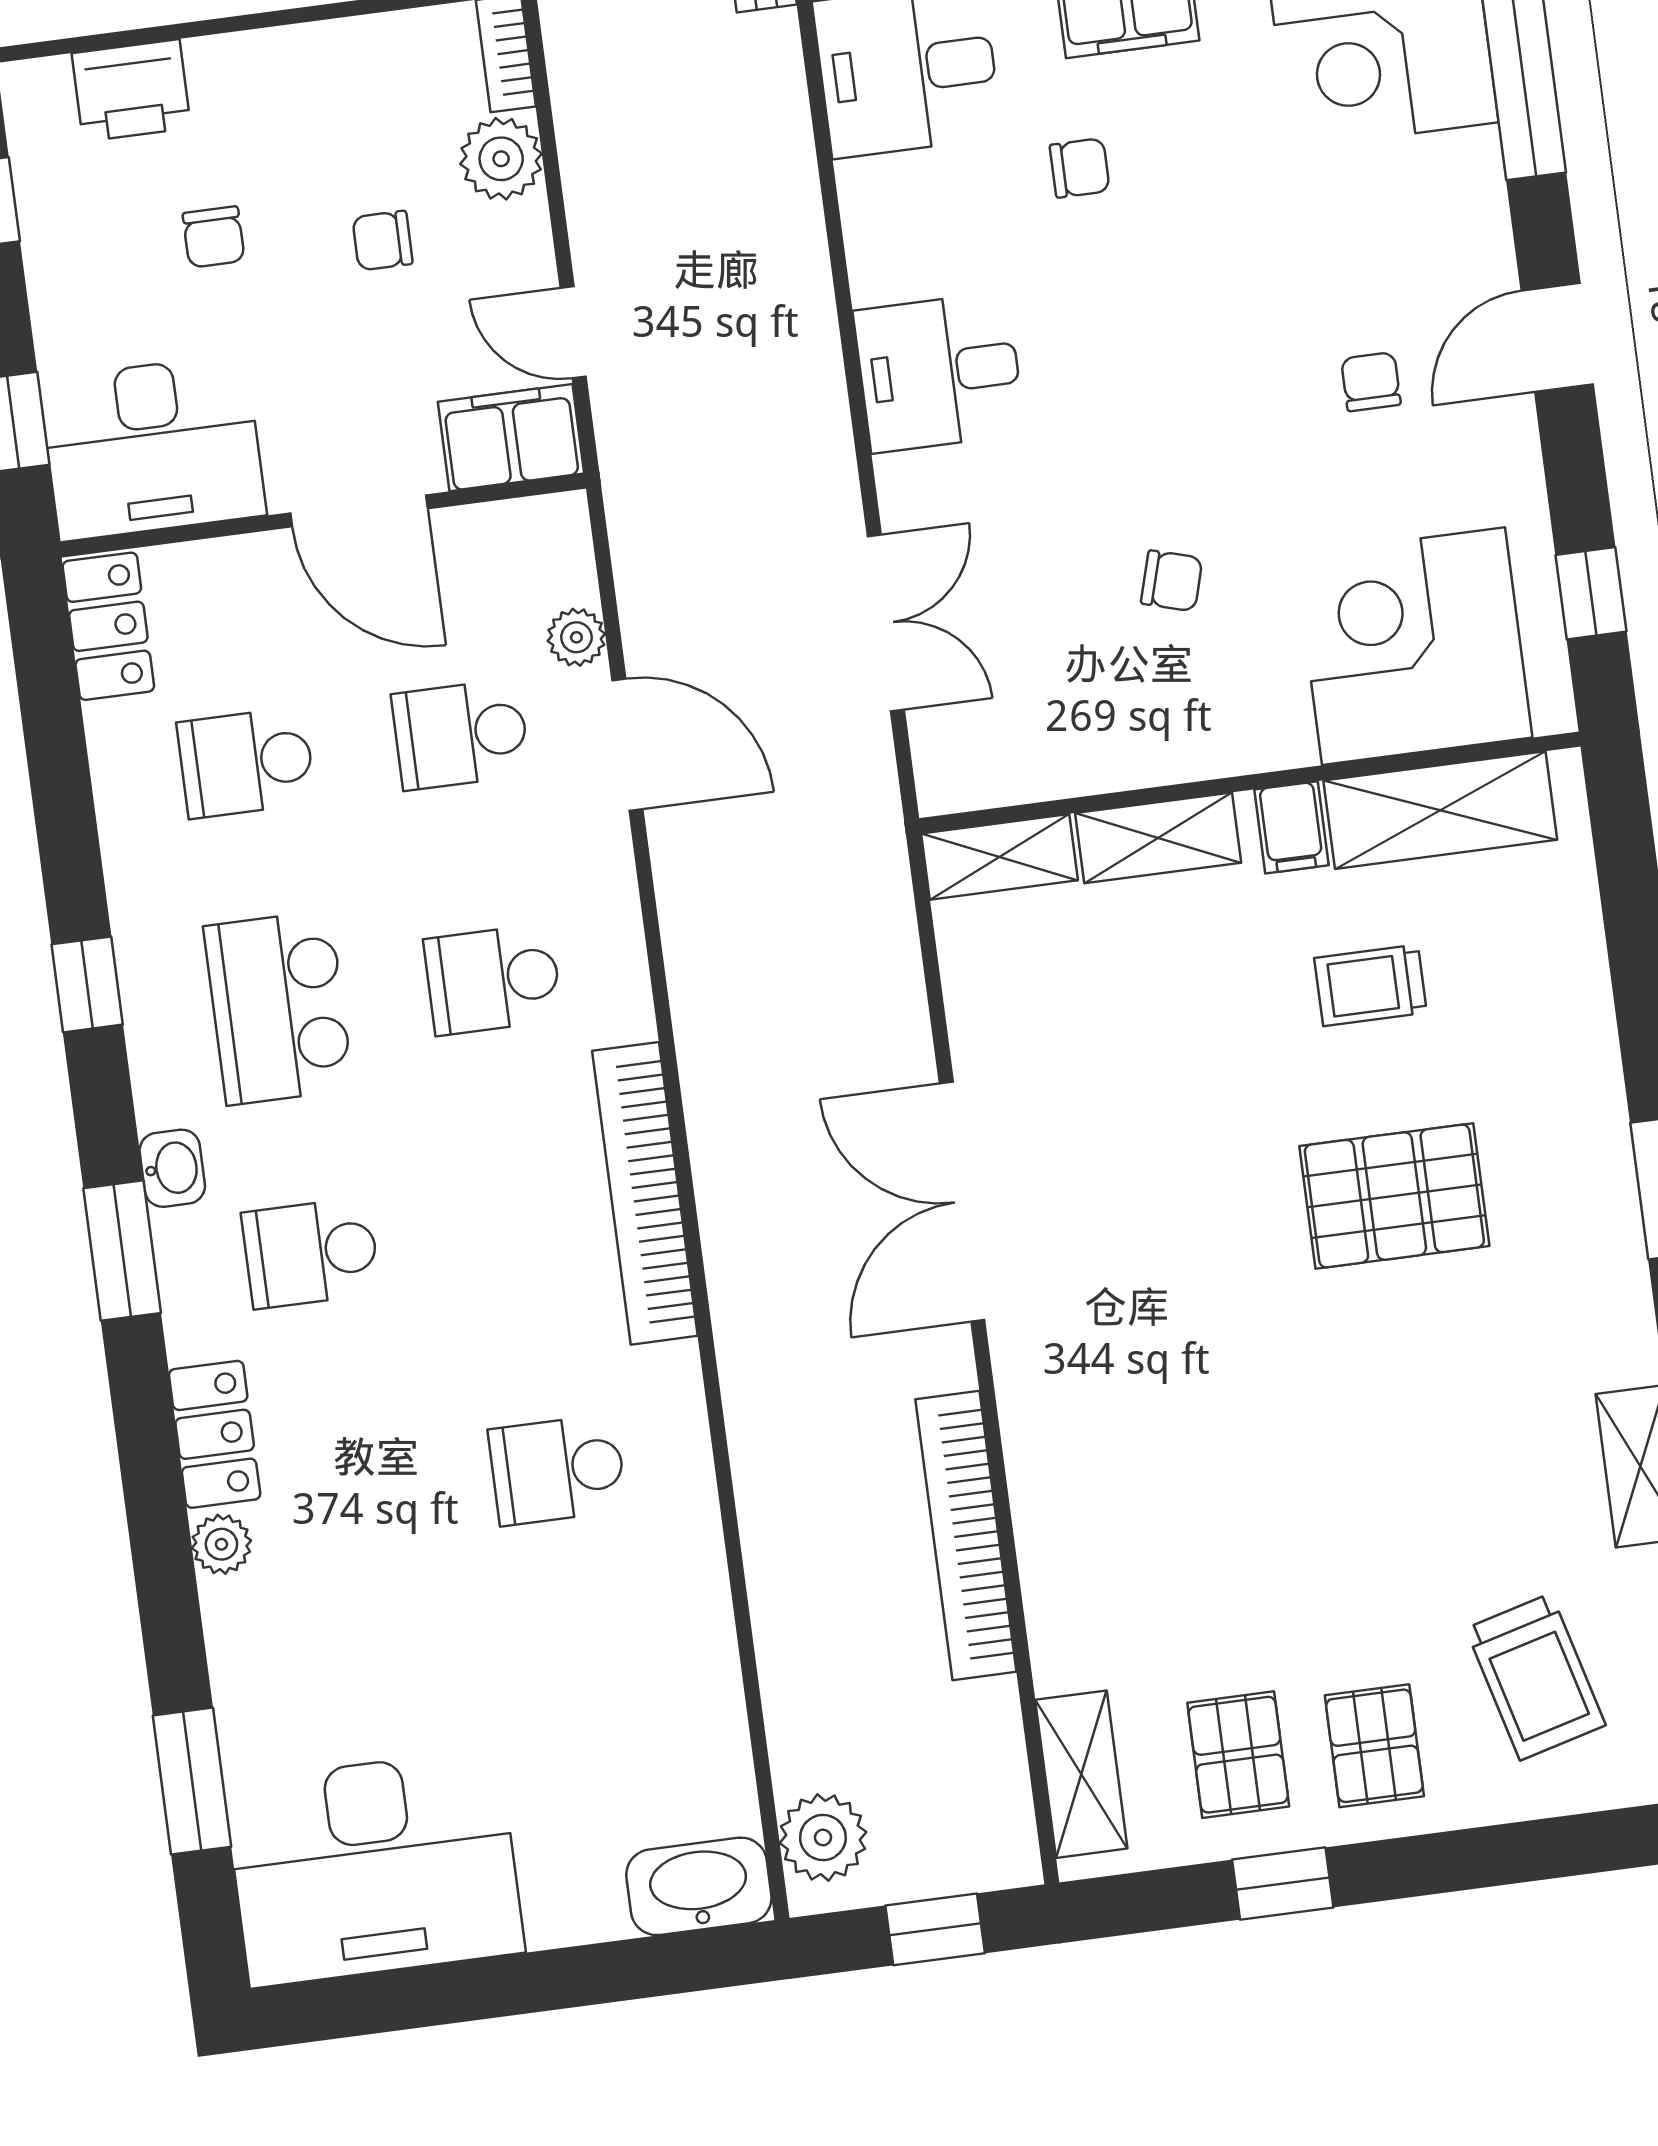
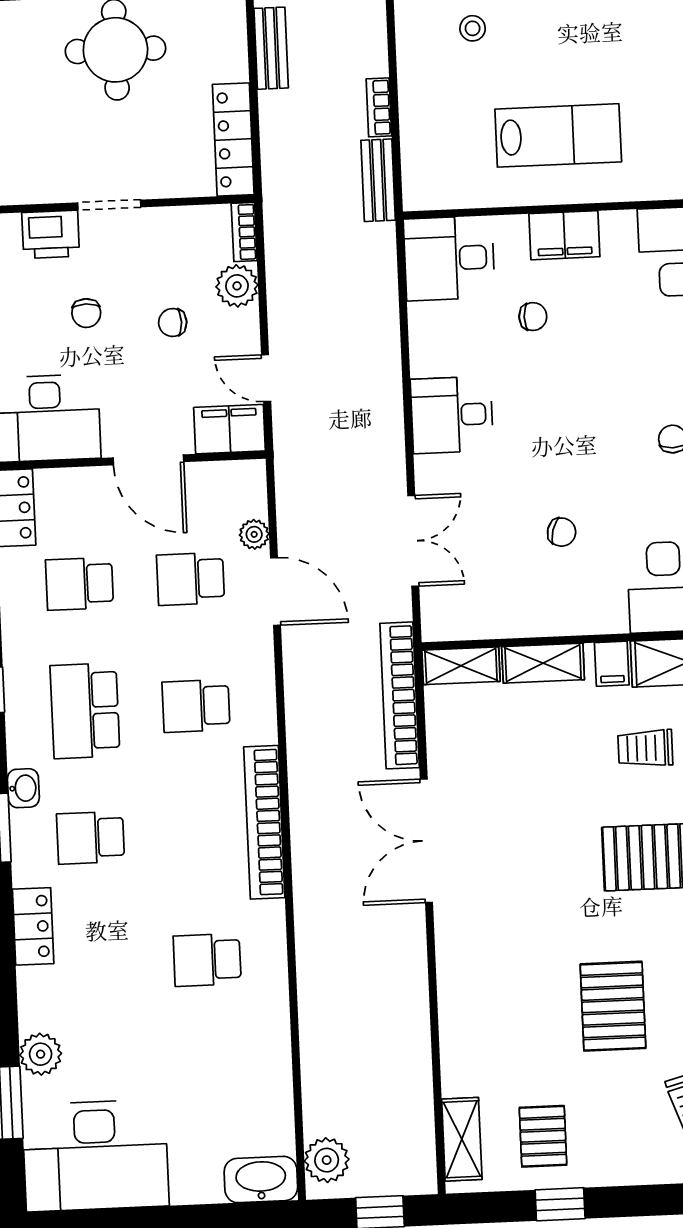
doorway: (240, 23) -> (109, 205), added
bookcase: (966, 1536) -> (400, 695), moved
plant: (221, 1544) -> (41, 1054), moved, width x1.38, depth x1.38
pallet: (1374, 1746) -> (613, 1006), moved, width x1.50, depth x1.42

